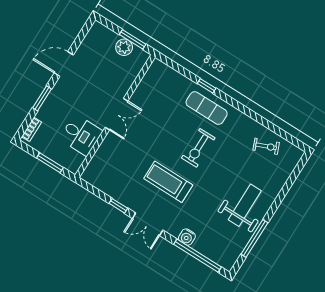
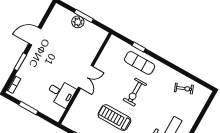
double door: (116, 114) -> (86, 77), moved
wall: (115, 116) -> (85, 78), moved
desk: (81, 135) -> (61, 93), moved

